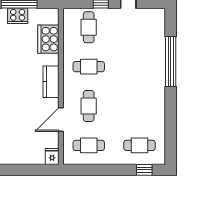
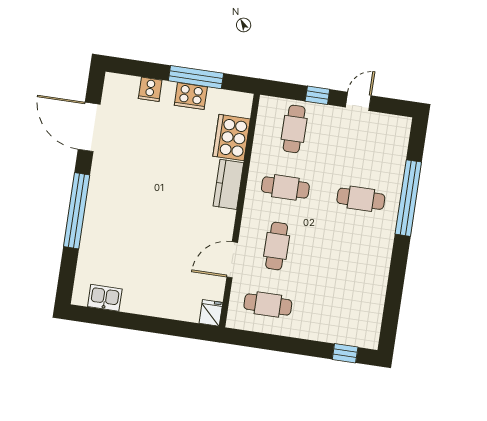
kitchen counter: (51, 82) -> (228, 184), moved
cafe table: (139, 145) -> (361, 199), moved

